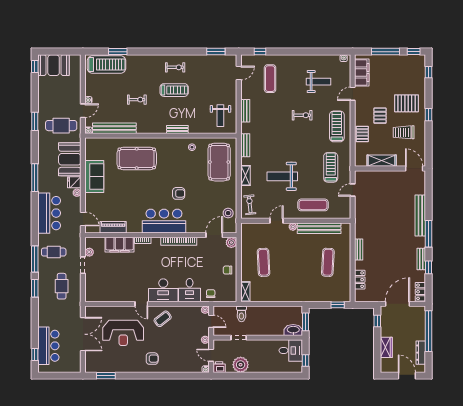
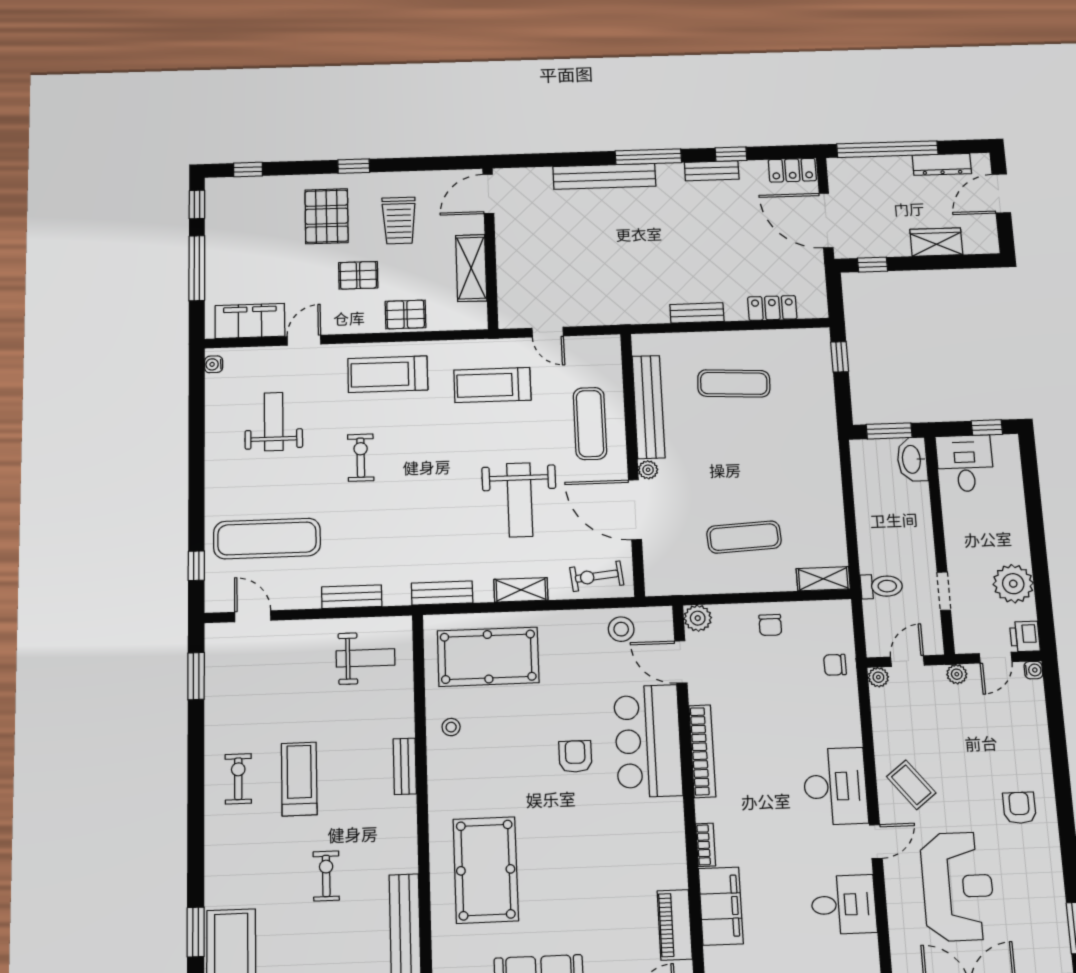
exercise mat: (270, 79) -> (267, 539), width x1.36, depth x1.45
door: (353, 94) -> (304, 340), swing flipped
bar counter: (164, 221) -> (648, 741), moved
door: (276, 221) -> (635, 510), width x1.88
desk: (190, 290) -> (844, 905), moved

